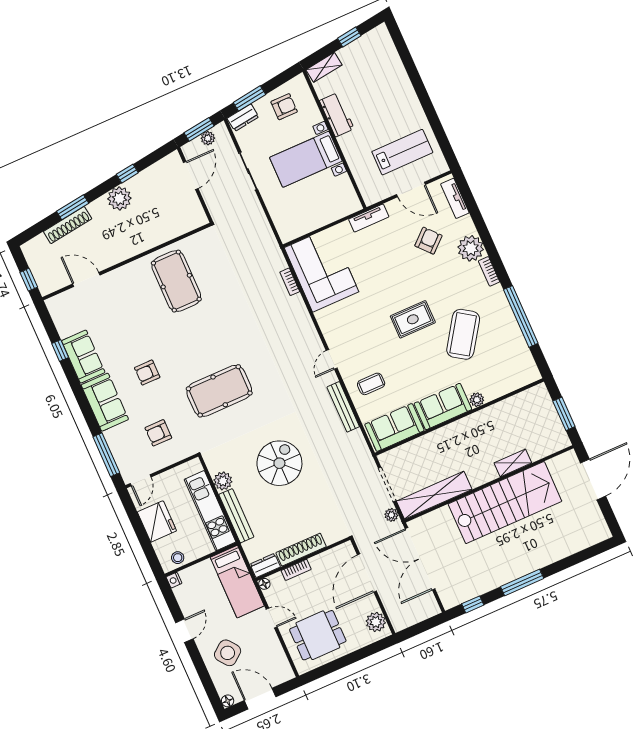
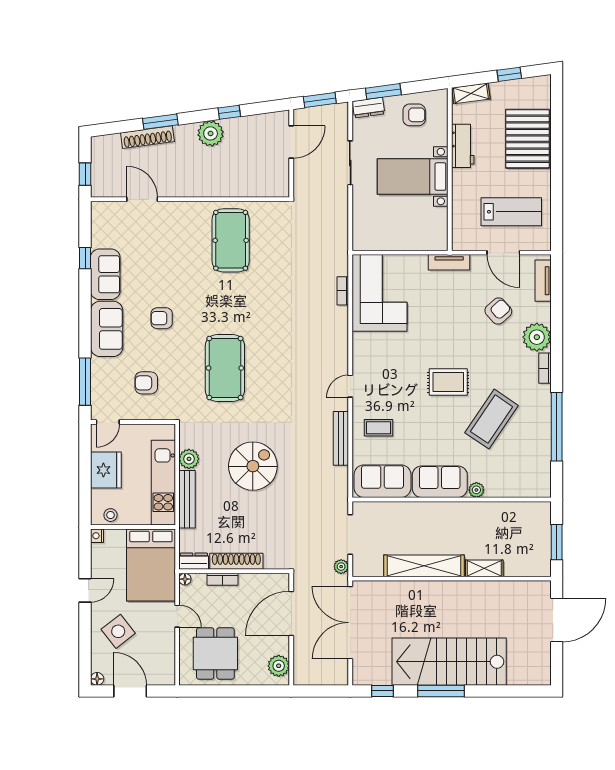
pallet: (389, 84) -> (527, 139), added
plant: (208, 138) -> (325, 113), removed
pool table: (219, 391) -> (225, 368), turned 90
shelving: (434, 495) -> (424, 566), moved
stairs: (505, 503) -> (449, 662), moved, turned 180
bed: (237, 582) -> (151, 565), width x1.50
dining table: (318, 635) -> (215, 653), turned 90

